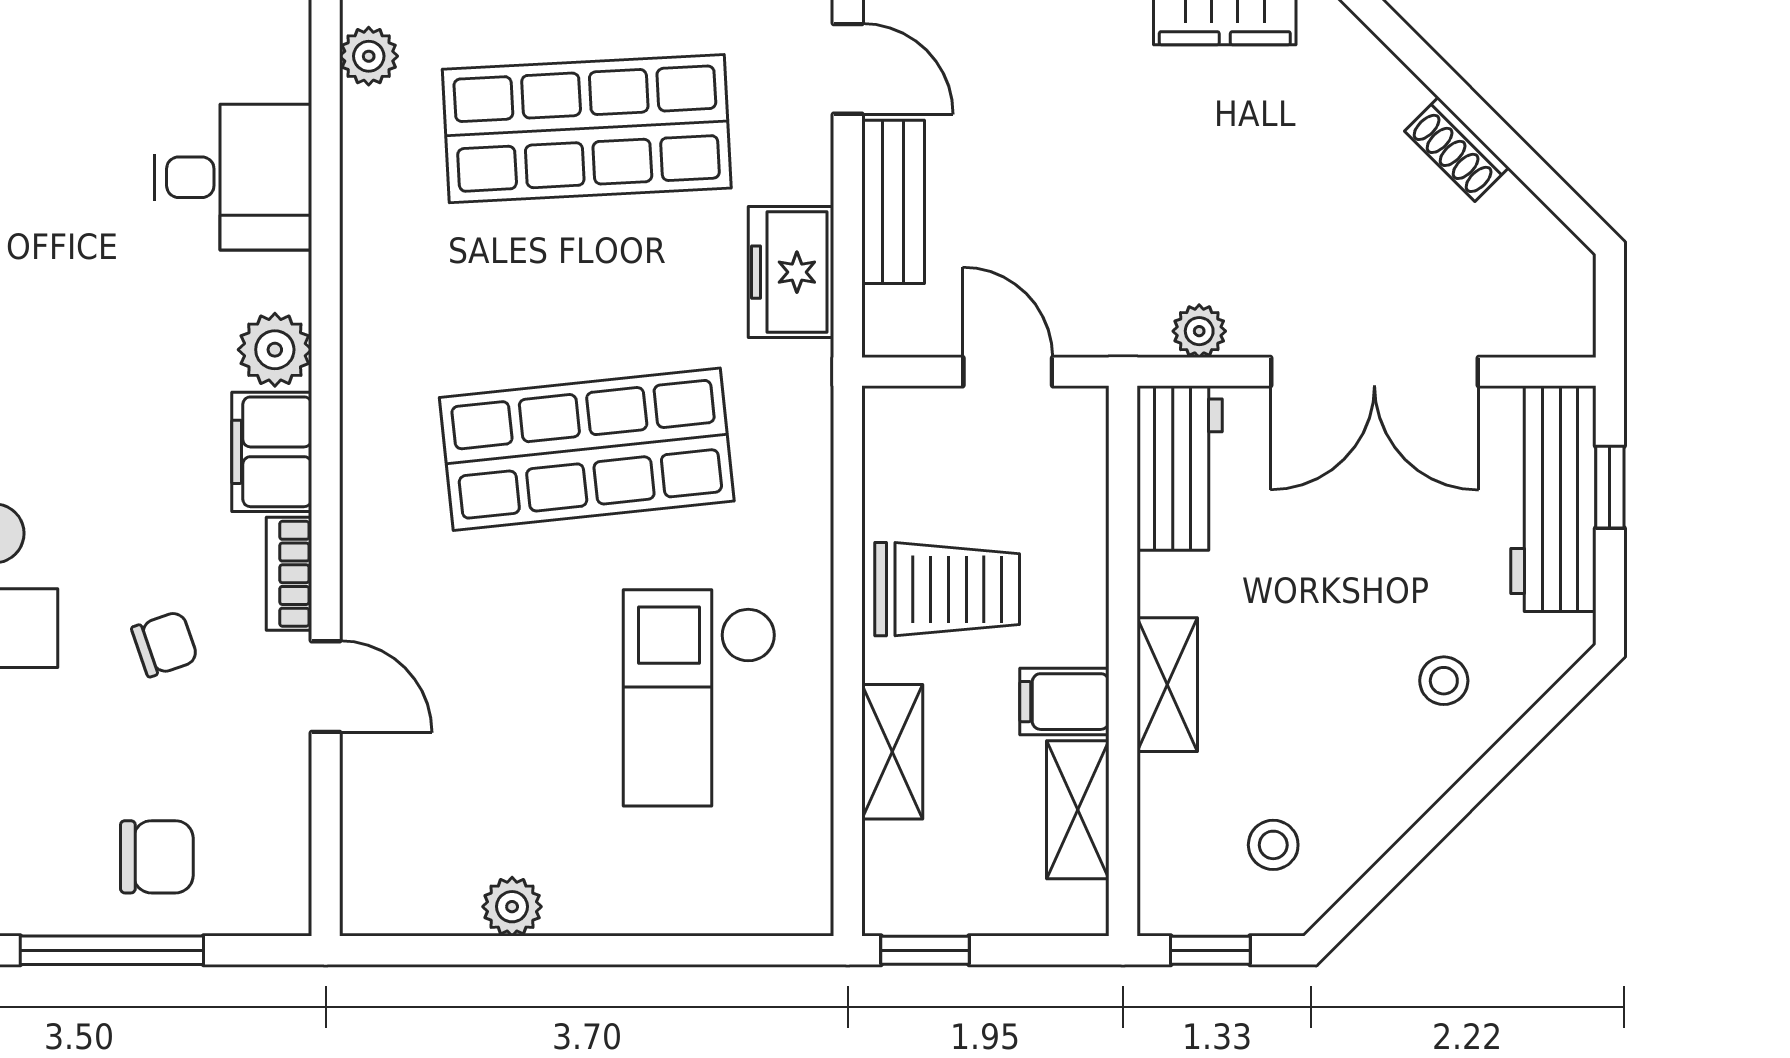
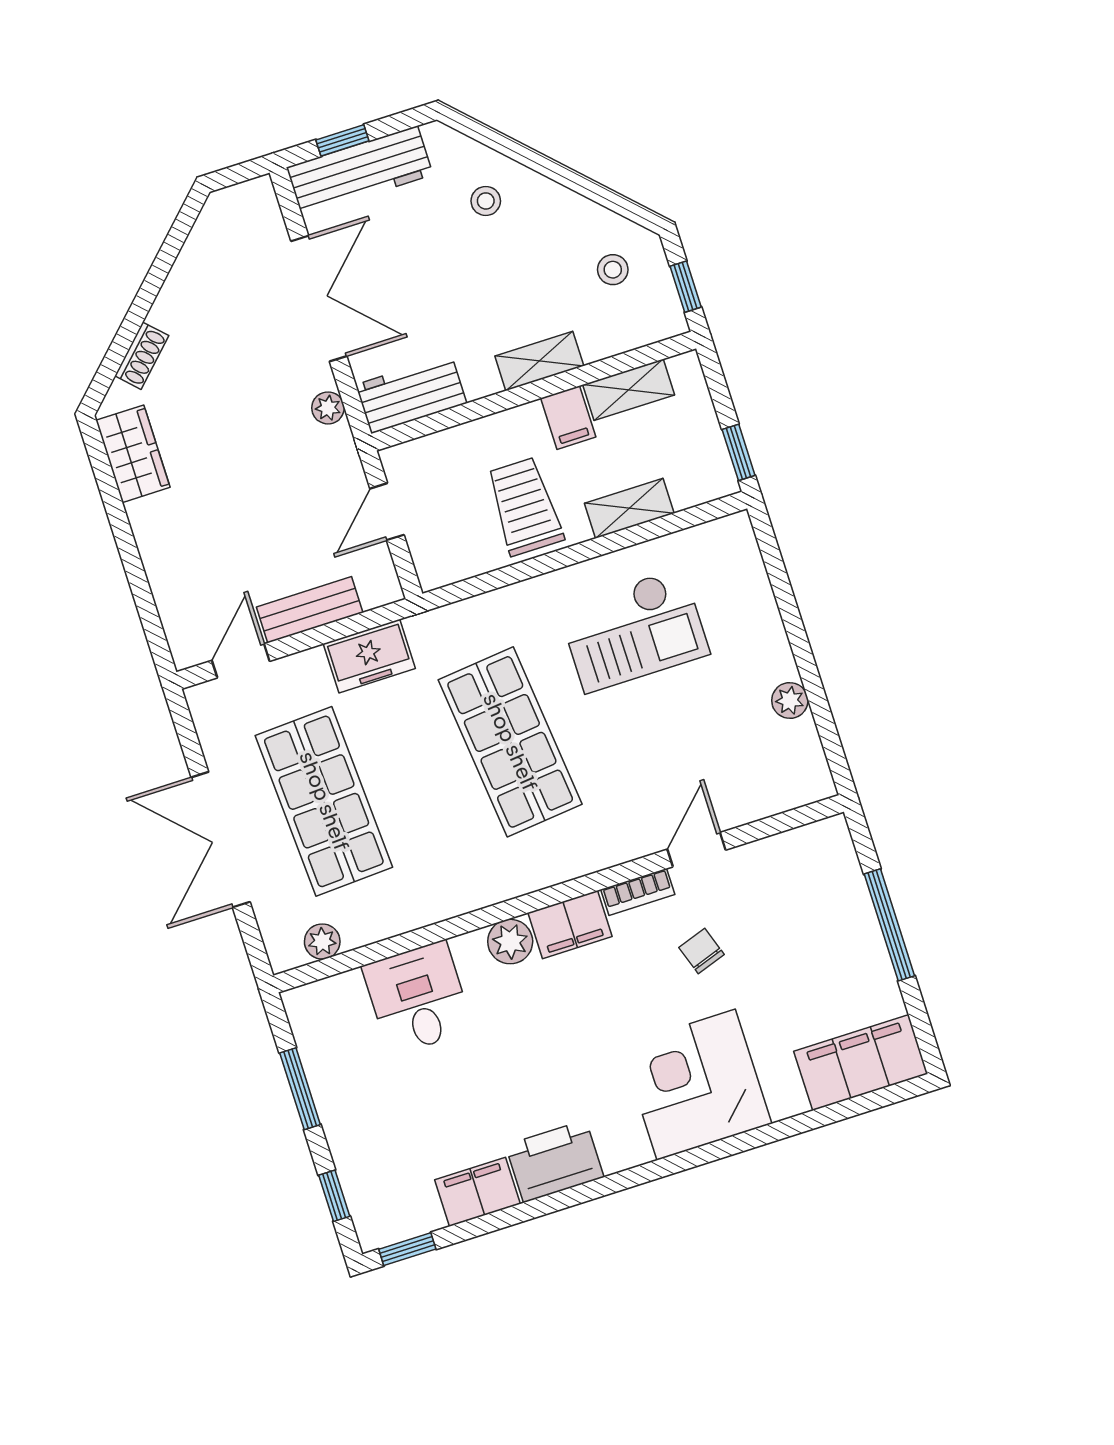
shoe rack: (1457, 149) -> (142, 356), moved
chair: (157, 857) -> (827, 916), removed

